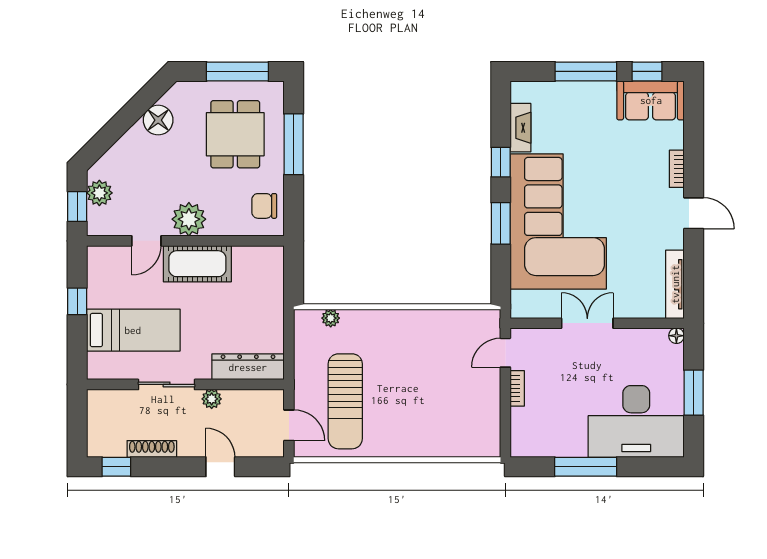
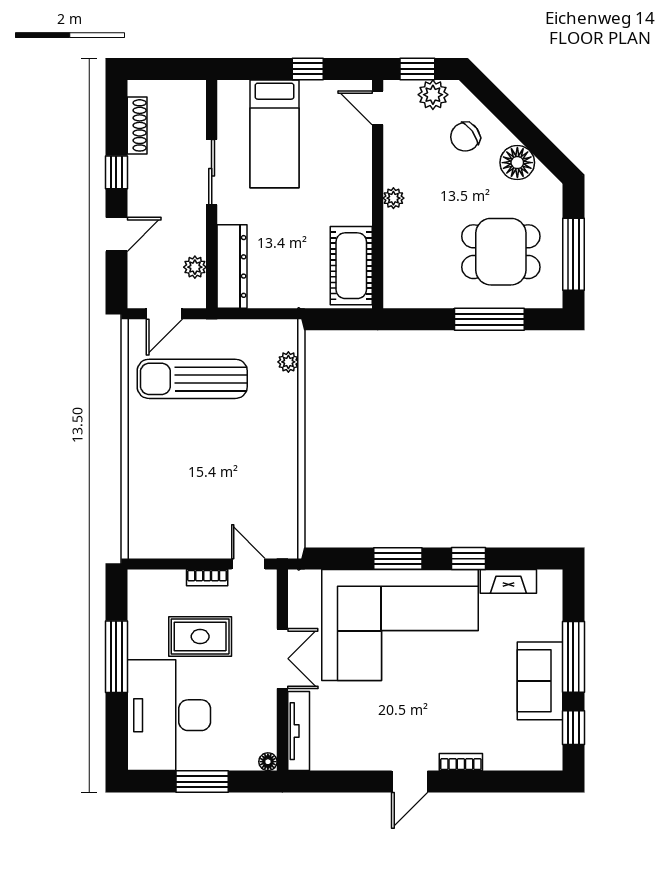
sofa: (651, 100) -> (540, 681), moved
chair: (264, 206) -> (465, 137), moved, turned -126
plant: (189, 219) -> (393, 198), width x0.53, depth x0.53
door: (146, 241) -> (378, 108), moved
cot: (197, 264) -> (351, 266), moved
tv unit: (675, 284) -> (299, 731), moved, turned 90
rug: (568, 394) -> (200, 637), added
plant: (212, 399) -> (195, 267), moved
shoe rack: (152, 449) -> (137, 125), moved
window: (116, 467) -> (116, 172), moved

